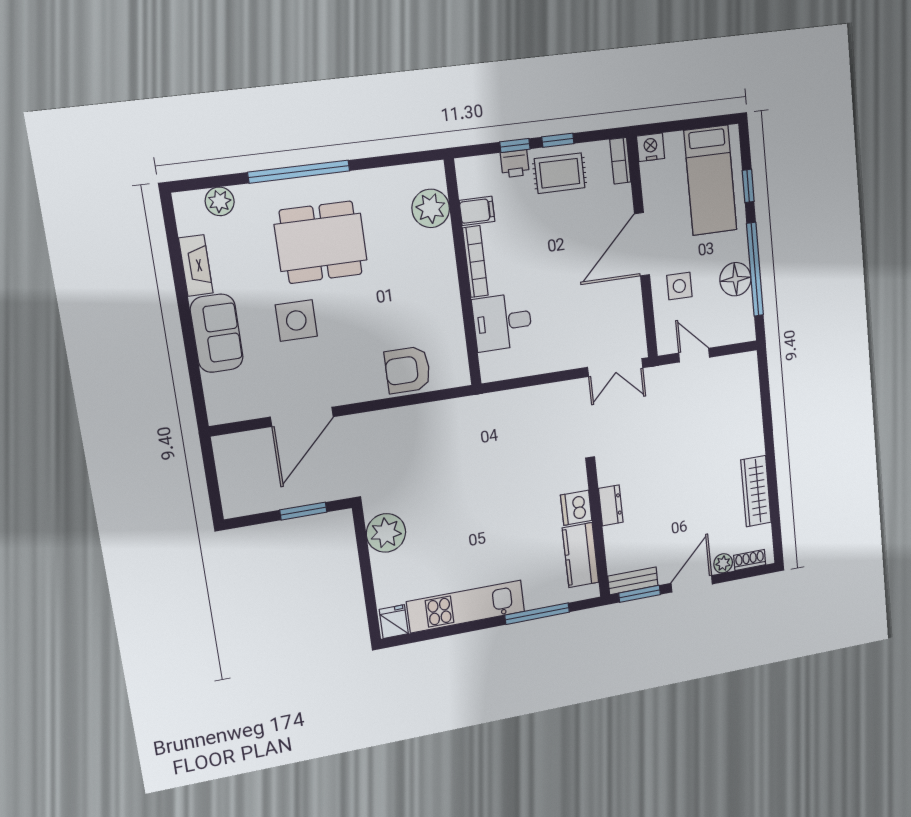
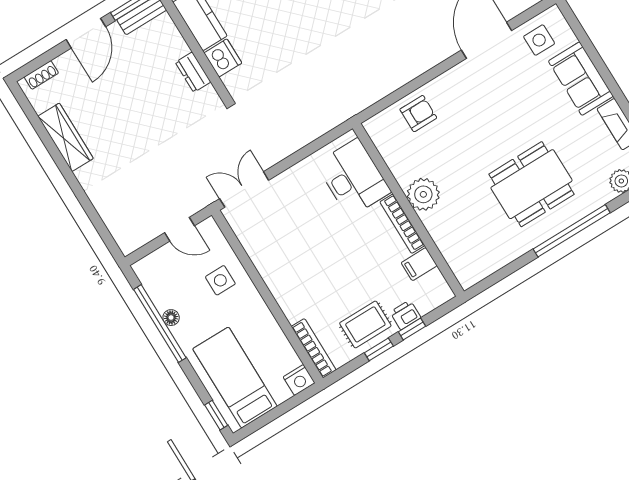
bookcase: (620, 161) -> (314, 348), width x1.56
window: (748, 186) -> (216, 415), moved
plant: (431, 208) -> (423, 194), moved
door: (642, 244) -> (269, 300), removed
floor lamp: (735, 279) -> (171, 318), width x0.53, depth x0.53
side table: (296, 320) -> (539, 40), moved, width x0.73, depth x0.73
desk: (502, 322) -> (353, 178), width x1.37
armchair: (408, 370) -> (418, 114), width x0.72, depth x0.72
plant: (723, 563) -> (65, 62), removed

